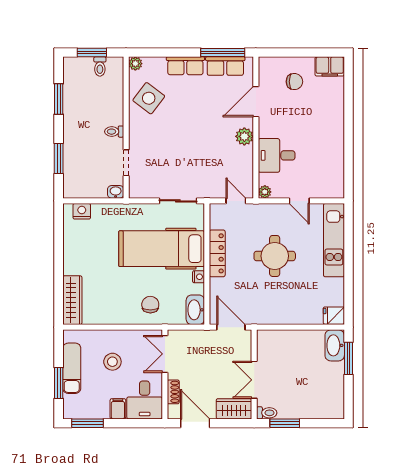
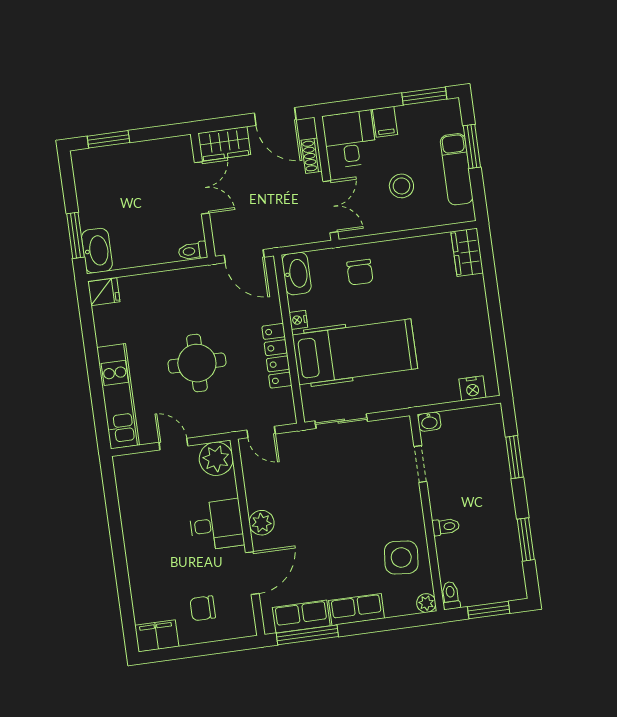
toilet: (100, 66) -> (451, 595), moved
side table: (149, 98) -> (401, 558), turned -32
toilet: (114, 132) -> (446, 527), moved
desk: (277, 155) -> (216, 525), moved
plant: (265, 192) -> (216, 459), width x1.88, depth x1.88
wardrobe: (72, 300) -> (467, 252), width x0.67
toilet: (267, 413) -> (193, 251), moved
window: (285, 423) -> (108, 139), moved

